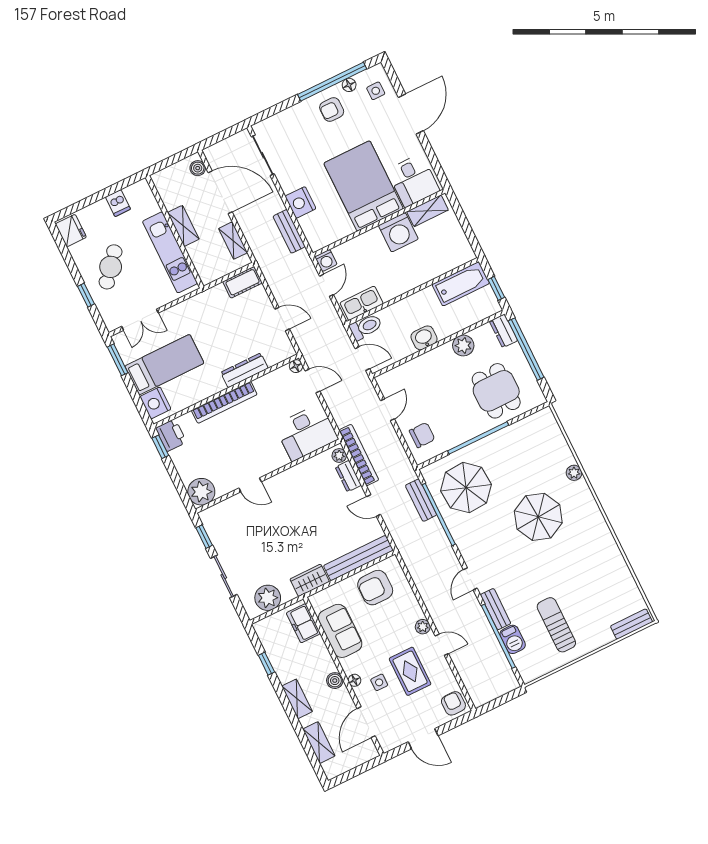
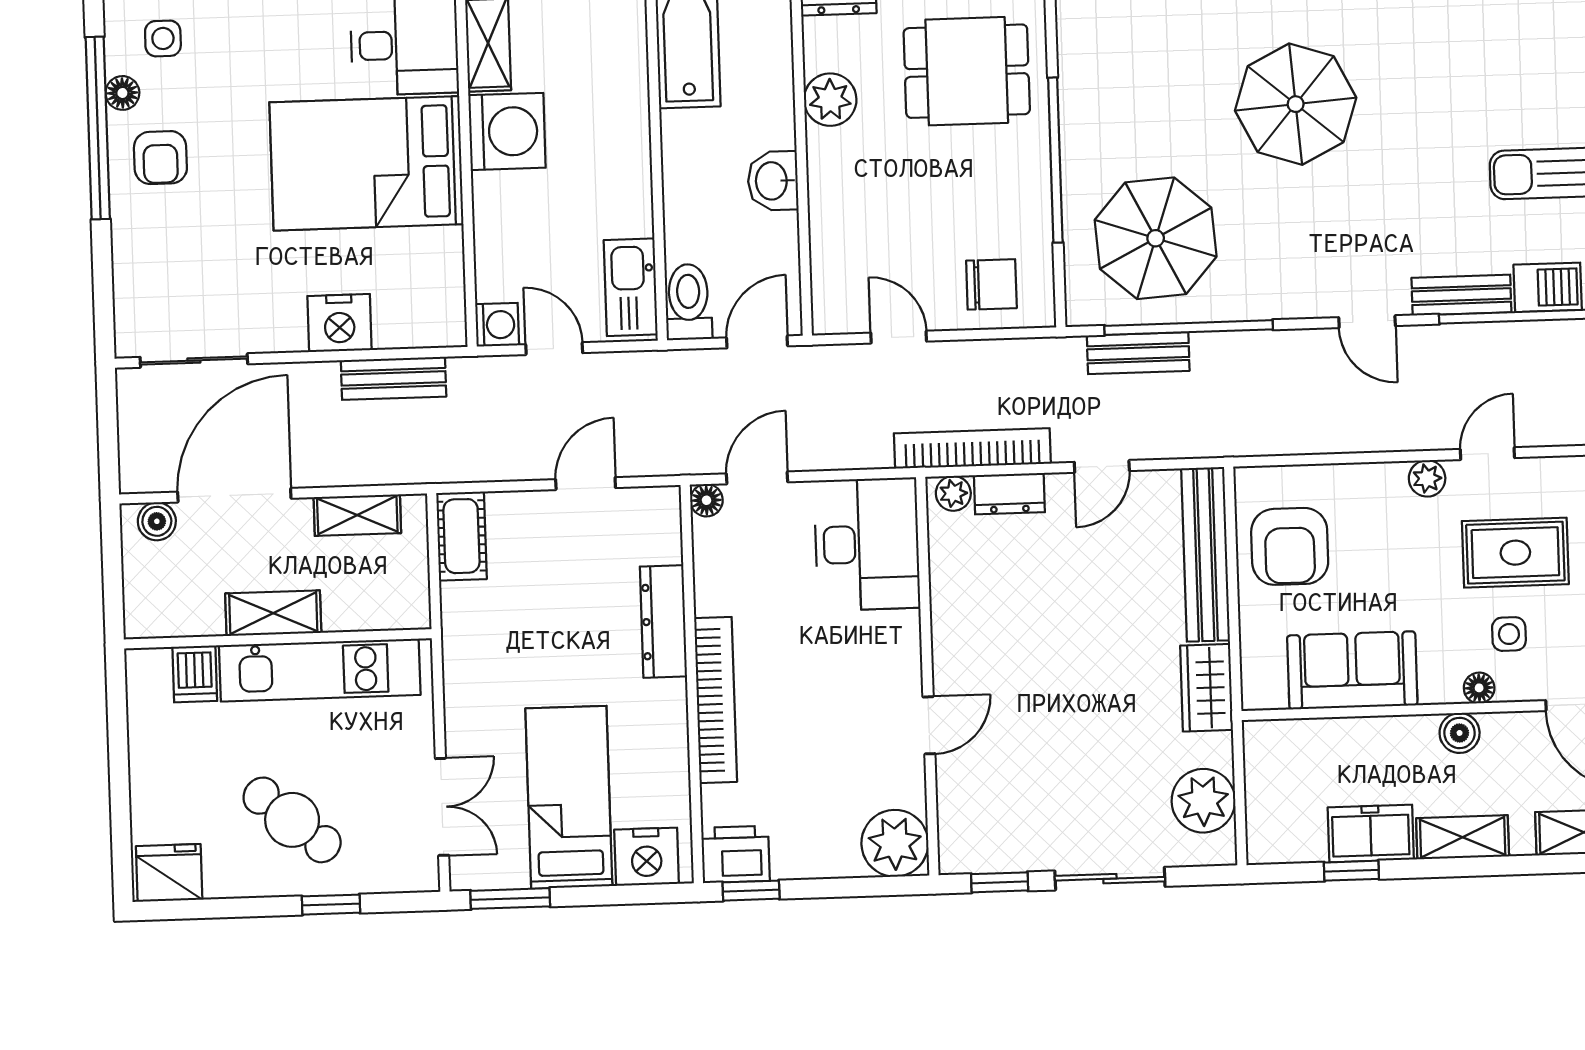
dishwasher: (118, 203) -> (195, 674), moved, turned 90
chair: (422, 435) -> (991, 284), turned 90
freezer: (303, 623) -> (1371, 833), moved, turned 180

